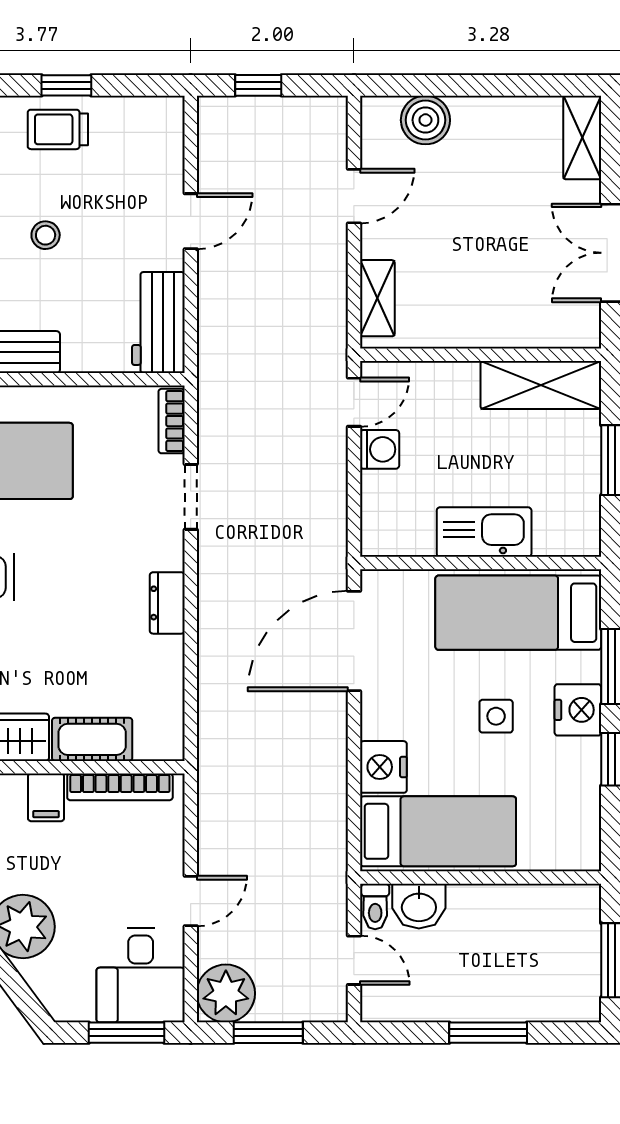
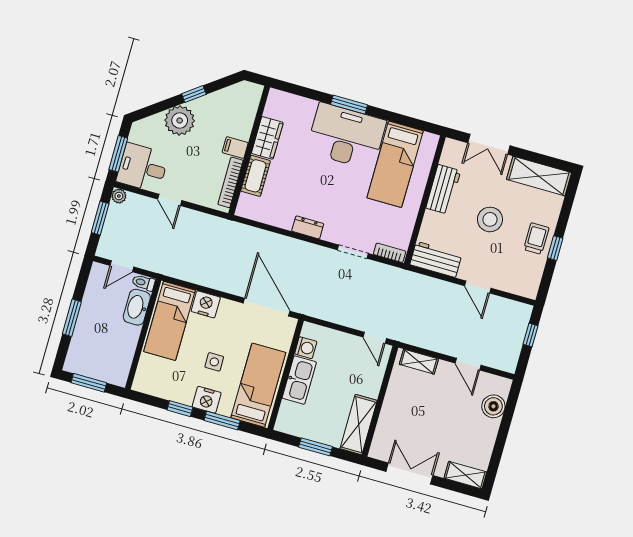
stool: (46, 235) -> (490, 219), width x1.89, depth x1.89
washing machine: (380, 449) -> (306, 348), moved, turned -90
washbasin: (419, 906) -> (137, 307), width x1.38
plant: (226, 993) -> (119, 196), width x0.53, depth x0.53

